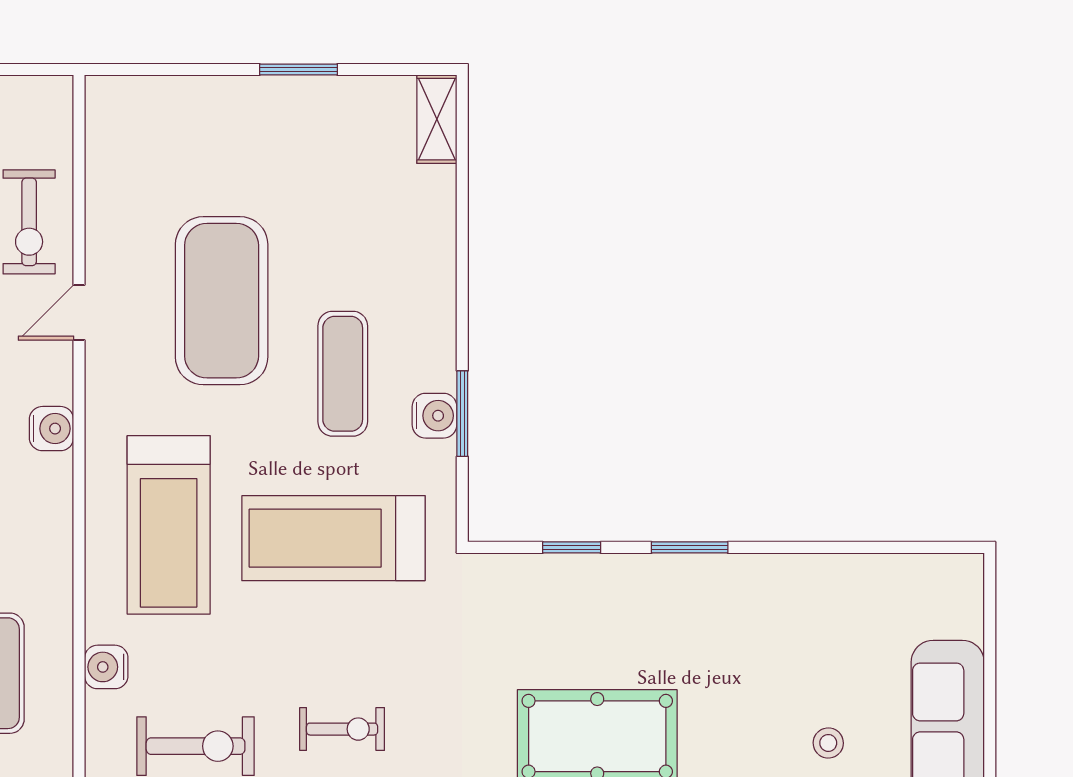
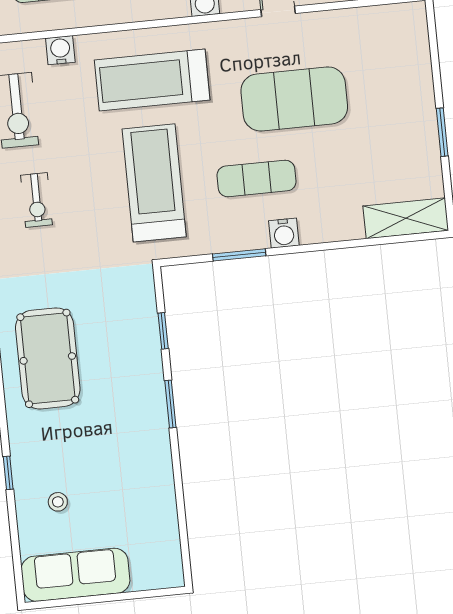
shelving: (437, 119) -> (406, 218), width x1.50, depth x1.33
water cooler: (434, 416) -> (284, 233), moved

